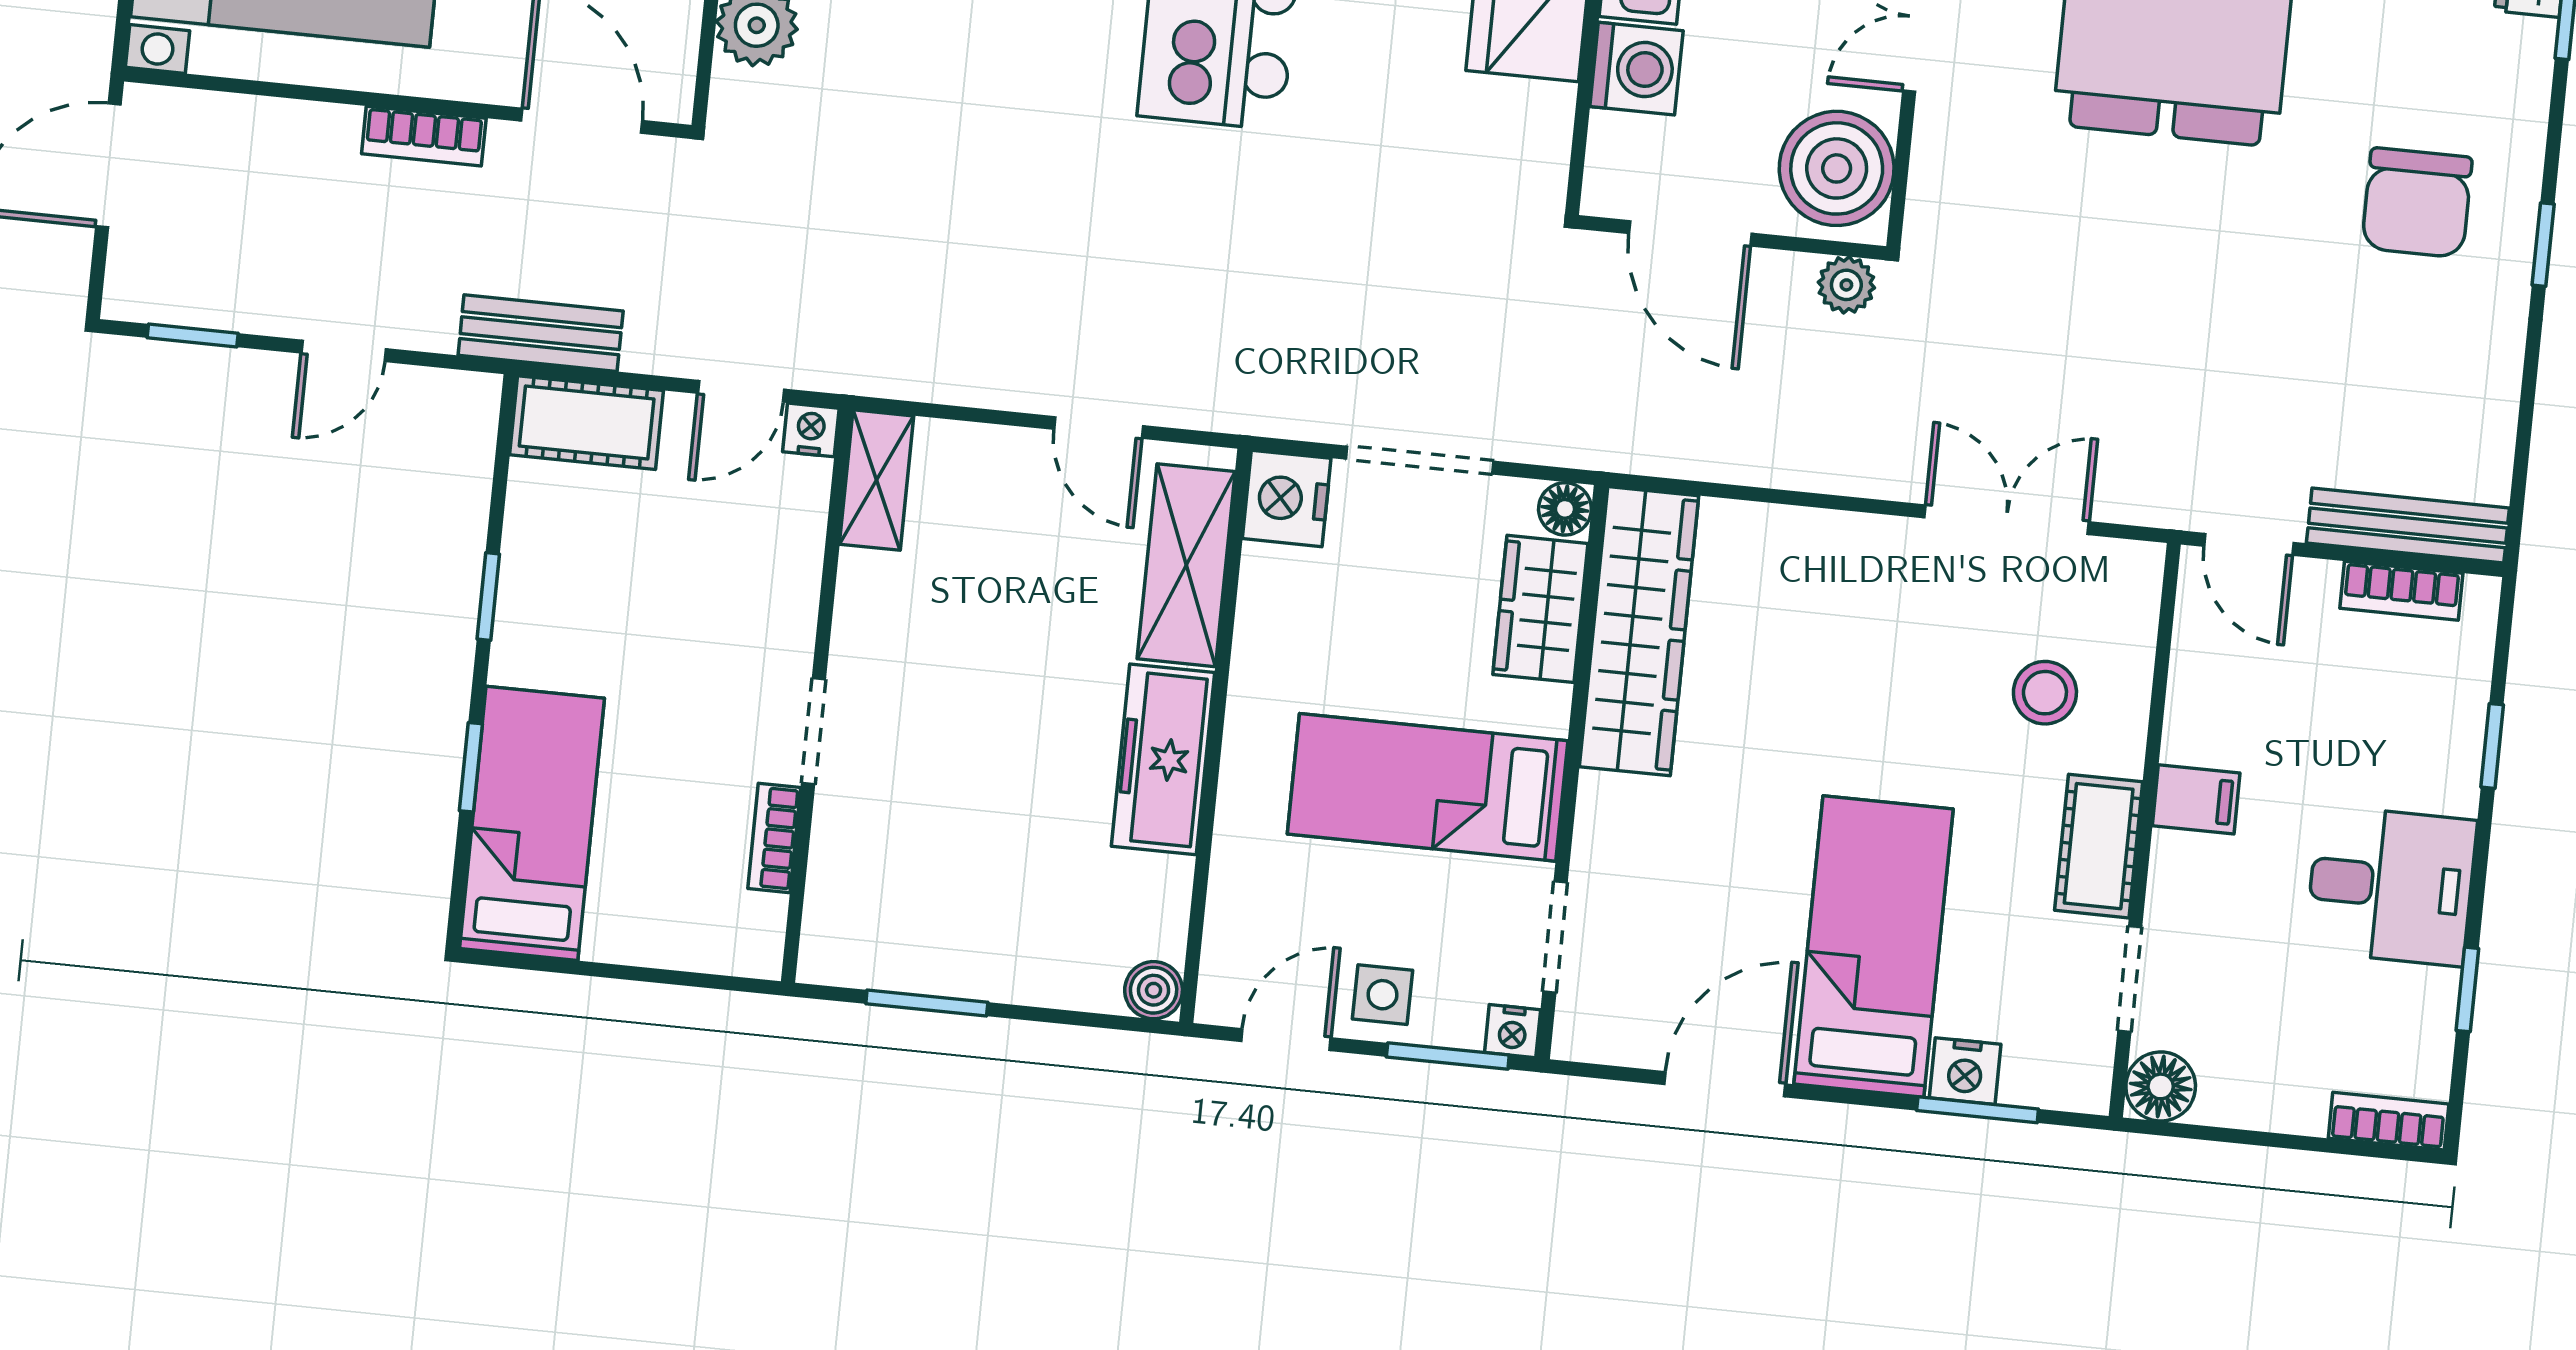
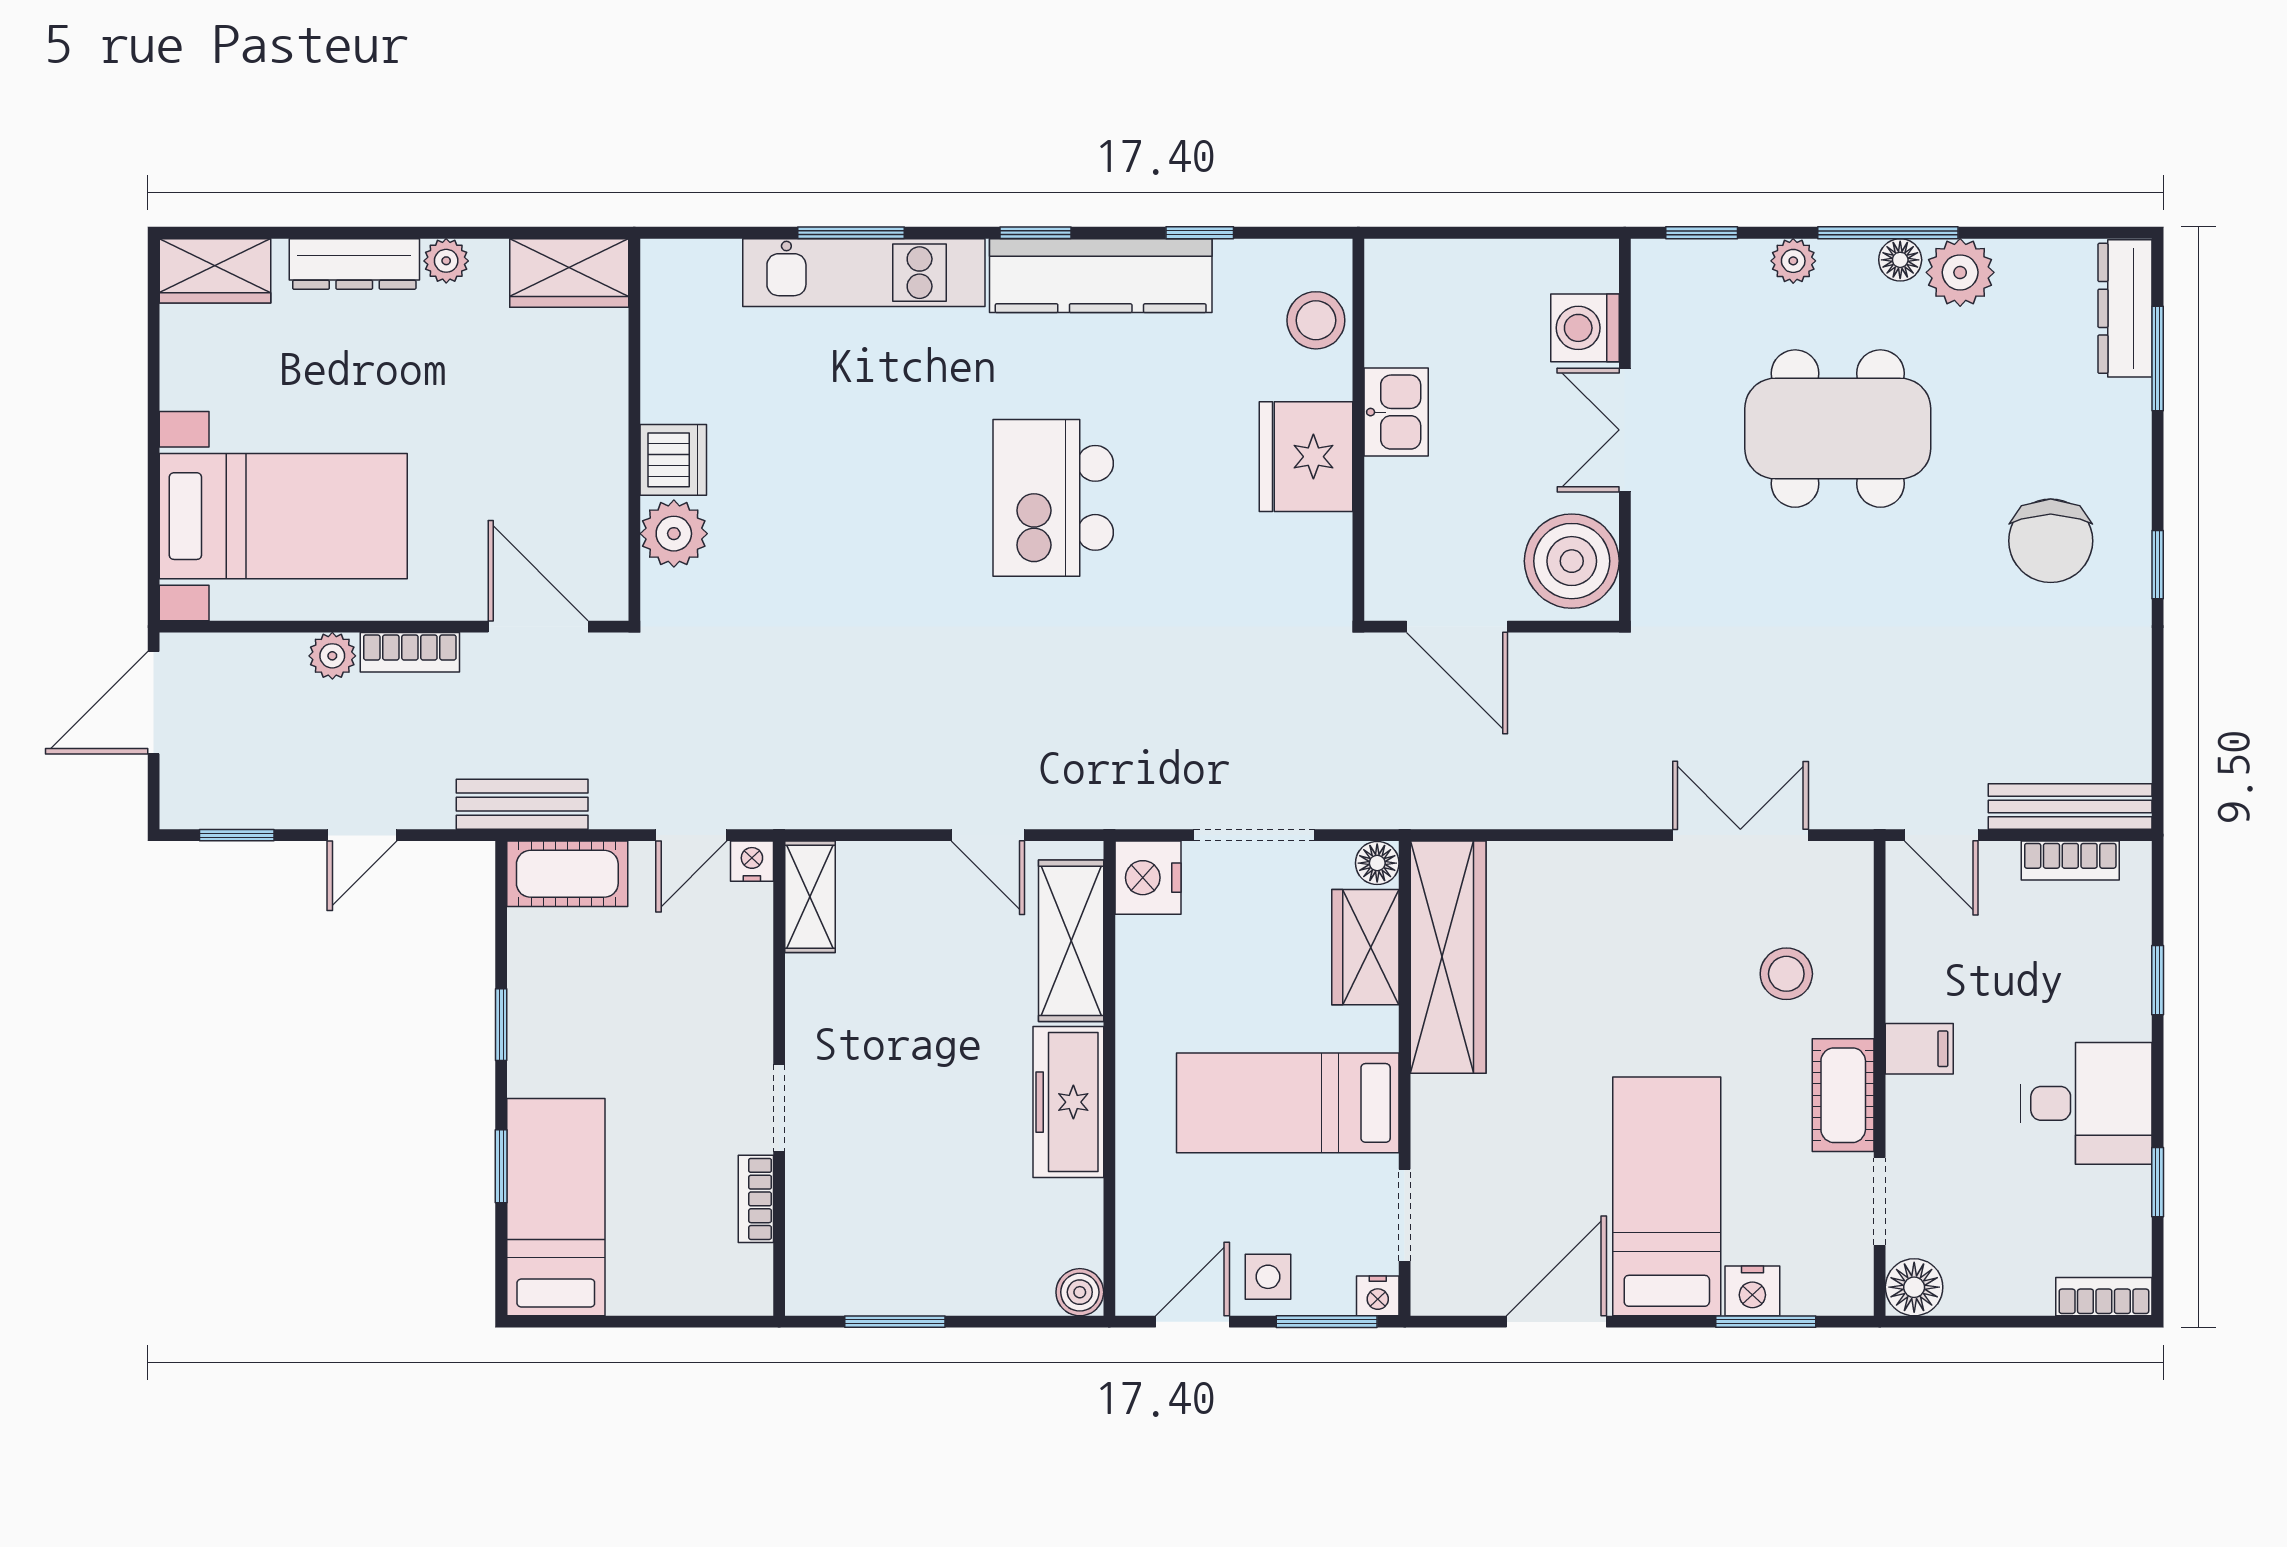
washing machine: (1636, 69) -> (1399, 496), removed
plant: (1846, 285) -> (332, 656), moved

